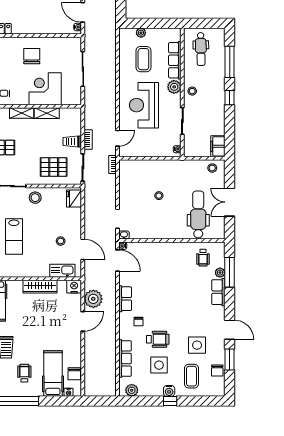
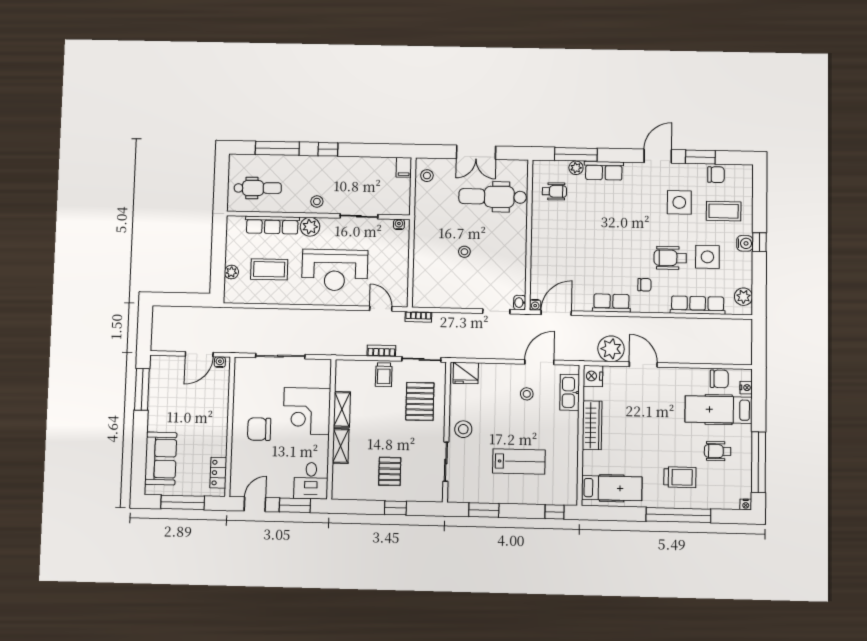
filing cabinet: (218, 146) -> (404, 167), width x0.50
wheelchair: (158, 339) -> (670, 258), turned -90

